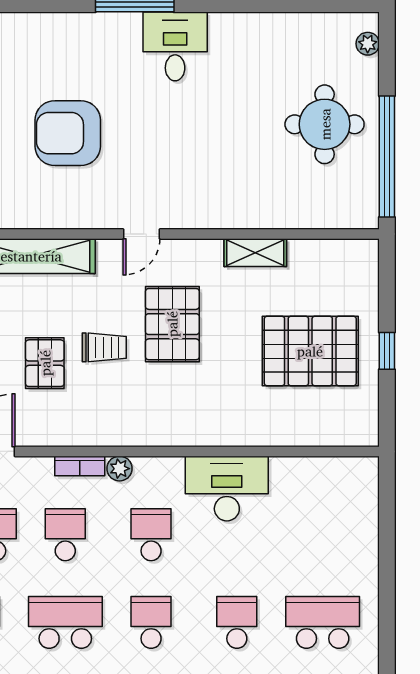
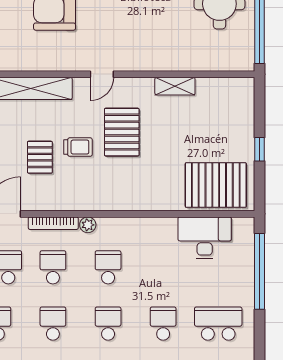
pallet: (310, 351) -> (216, 185), moved
bookcase: (80, 466) -> (53, 223), width x1.56
desk: (227, 489) -> (205, 238), moved
window: (387, 541) -> (259, 271), added
school desk: (65, 622) -> (53, 324), width x0.54

